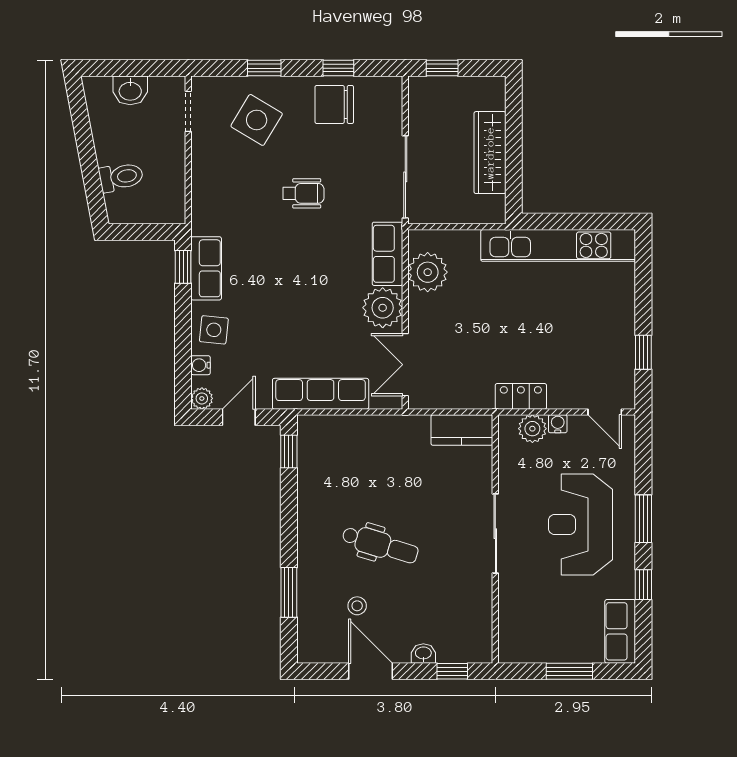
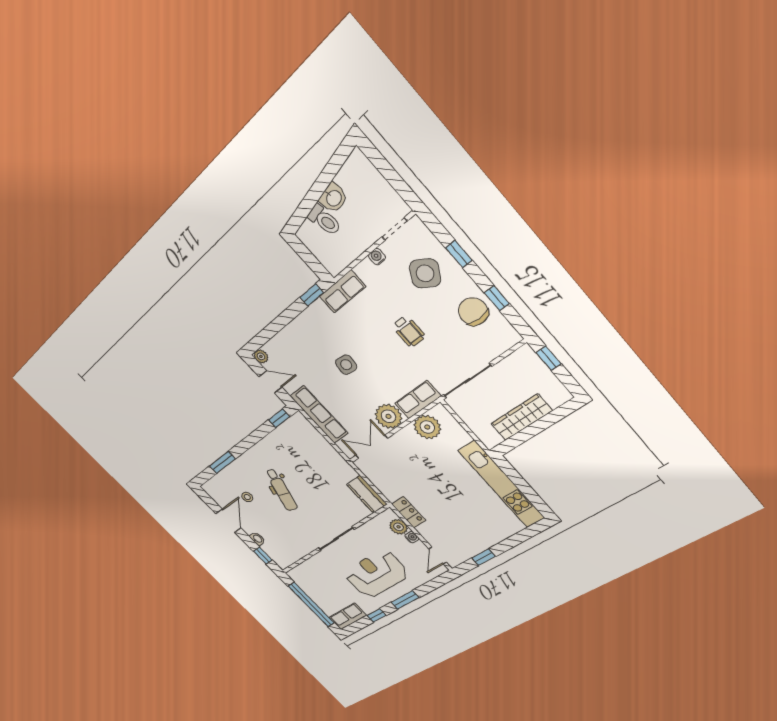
washbasin: (130, 90) -> (333, 198), moved, turned -101
row of seats: (206, 268) -> (342, 291), moved
side table: (214, 330) -> (346, 365), moved
water cooler: (201, 365) -> (377, 257), moved
window: (569, 671) -> (311, 604), width x2.11

